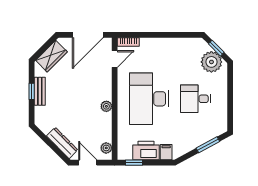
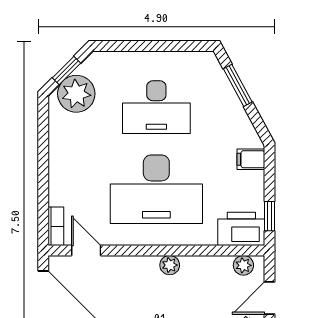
plant: (211, 62) -> (76, 94), moved
desk: (196, 99) -> (156, 107), width x1.37
printer: (146, 150) -> (241, 229), moved, turned 90

